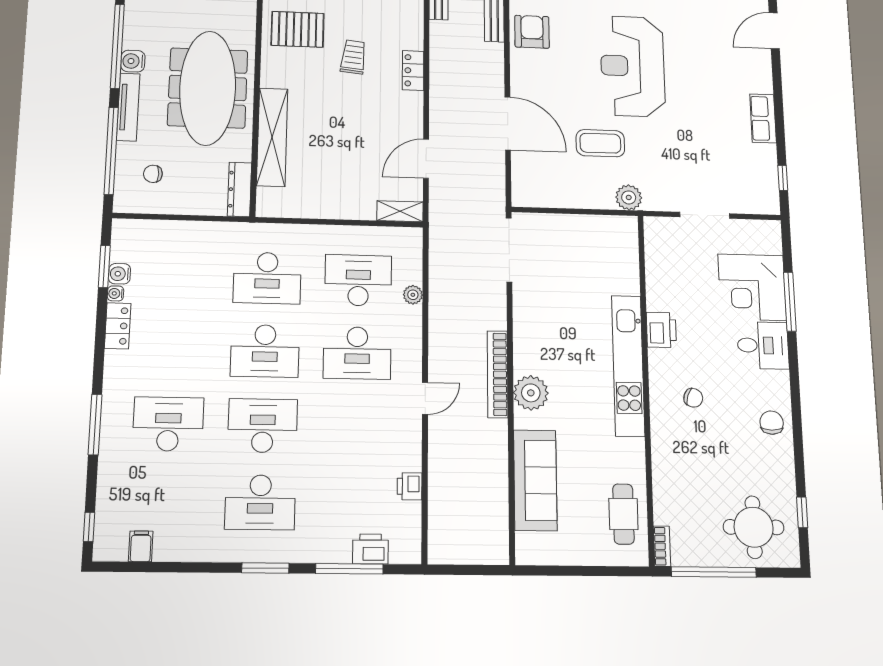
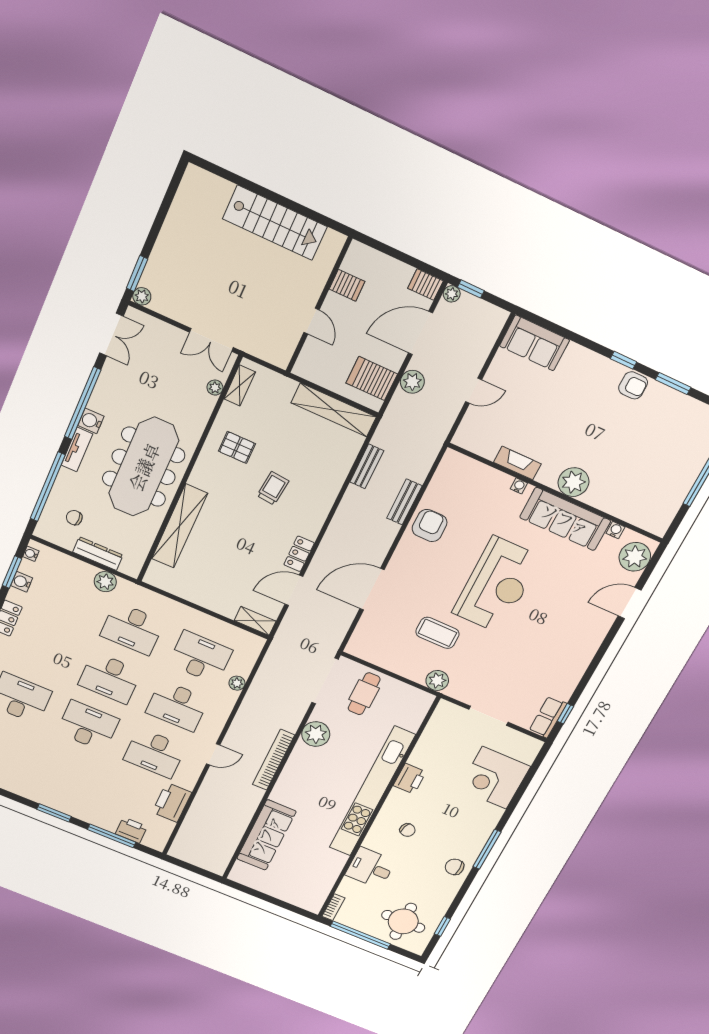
pallet: (298, 29) -> (237, 447), width x0.67, depth x0.71
reception desk: (633, 66) -> (497, 585), turned 180
locker: (413, 70) -> (299, 554), moved
tv unit: (128, 107) -> (77, 450), width x0.71
row of seats: (763, 118) -> (548, 717), moved
door: (508, 123) -> (372, 589), swing flipped
dresser: (240, 189) -> (98, 554), moved, turned 90
plant: (215, 234) -> (105, 582), added
water cooler: (116, 293) -> (31, 554), moved
window: (790, 302) -> (487, 849), moved
desk: (763, 345) -> (370, 868), moved, turned 180
kitchen unit: (628, 365) -> (372, 792), width x1.36
plant: (531, 393) -> (316, 734), moved
chair: (772, 423) -> (455, 867), turned -90
printer: (410, 486) -> (172, 802), width x1.87, depth x1.48
desk: (260, 502) -> (155, 753), moved
cafe table: (623, 514) -> (364, 694), moved

